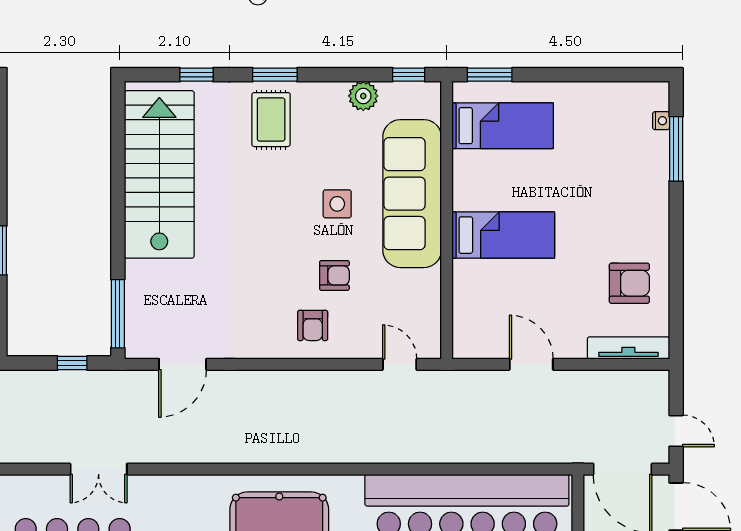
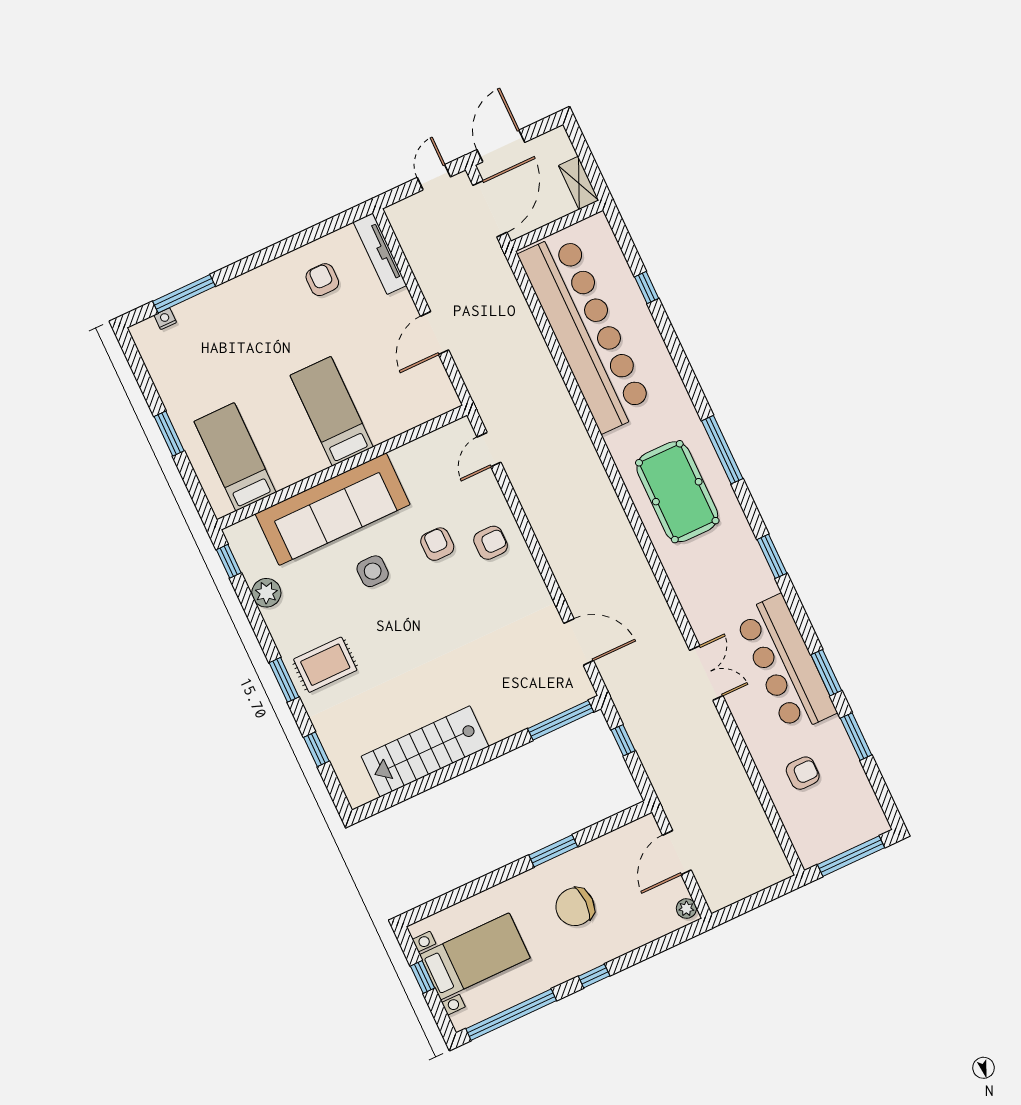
window: (490, 75) -> (169, 434), moved
stairs: (159, 174) -> (425, 751), width x0.73, depth x0.66
armchair: (629, 283) -> (322, 280), width x0.72, depth x0.72

